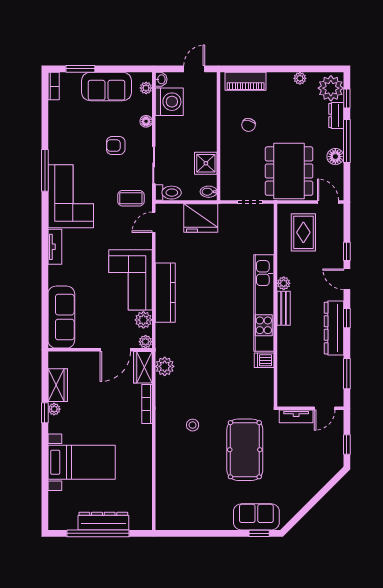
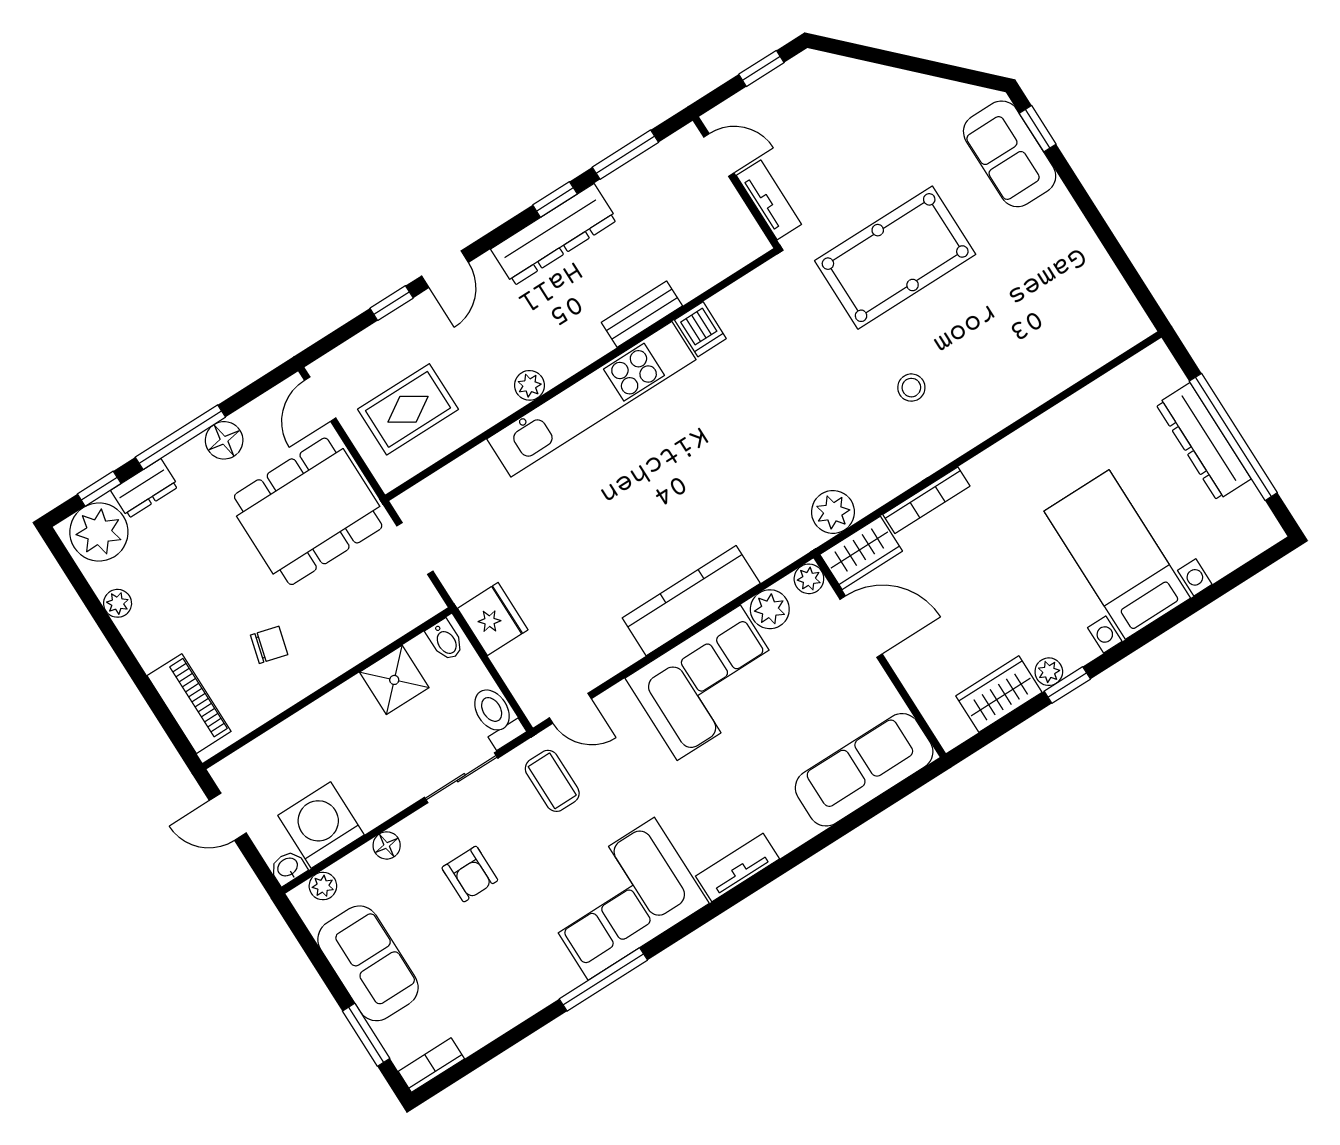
fridge: (201, 218) -> (493, 619), width x0.73, depth x0.75
bench: (284, 308) -> (642, 314), moved
window: (347, 318) -> (555, 199), moved

